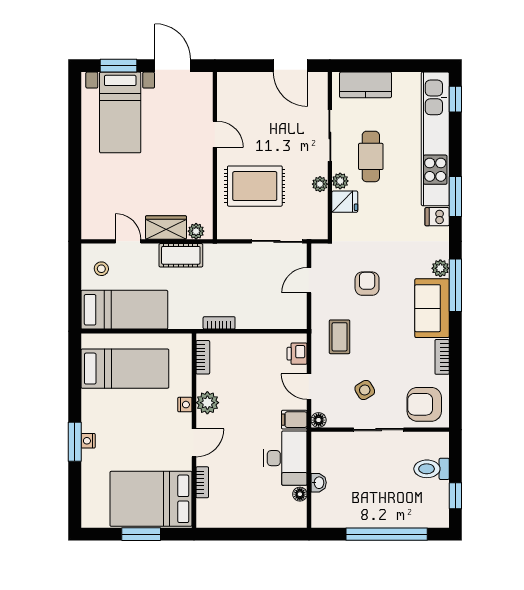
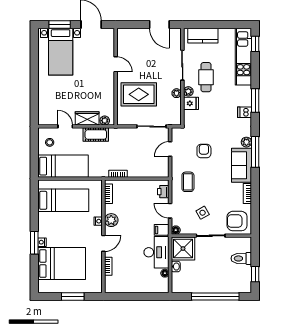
kitchen unit: (435, 139) -> (243, 57), width x0.73
shower: (331, 452) -> (183, 249), added
bed: (151, 499) -> (62, 264), moved, turned 180

